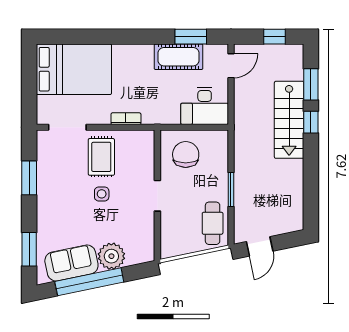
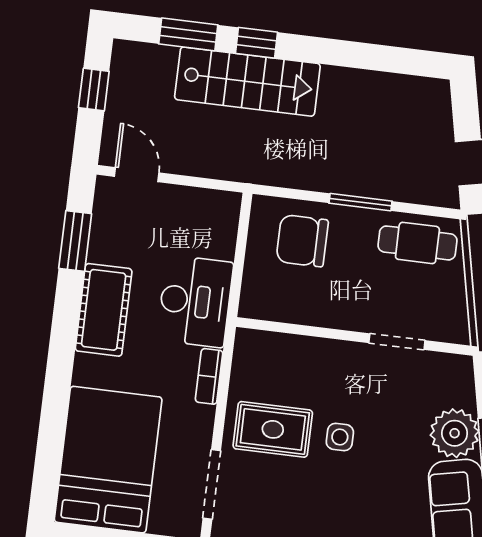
cot: (178, 57) -> (104, 310), moved
desk: (205, 106) -> (195, 301), moved
chair: (186, 154) -> (302, 241), moved
doorway: (157, 196) -> (397, 342), moved

